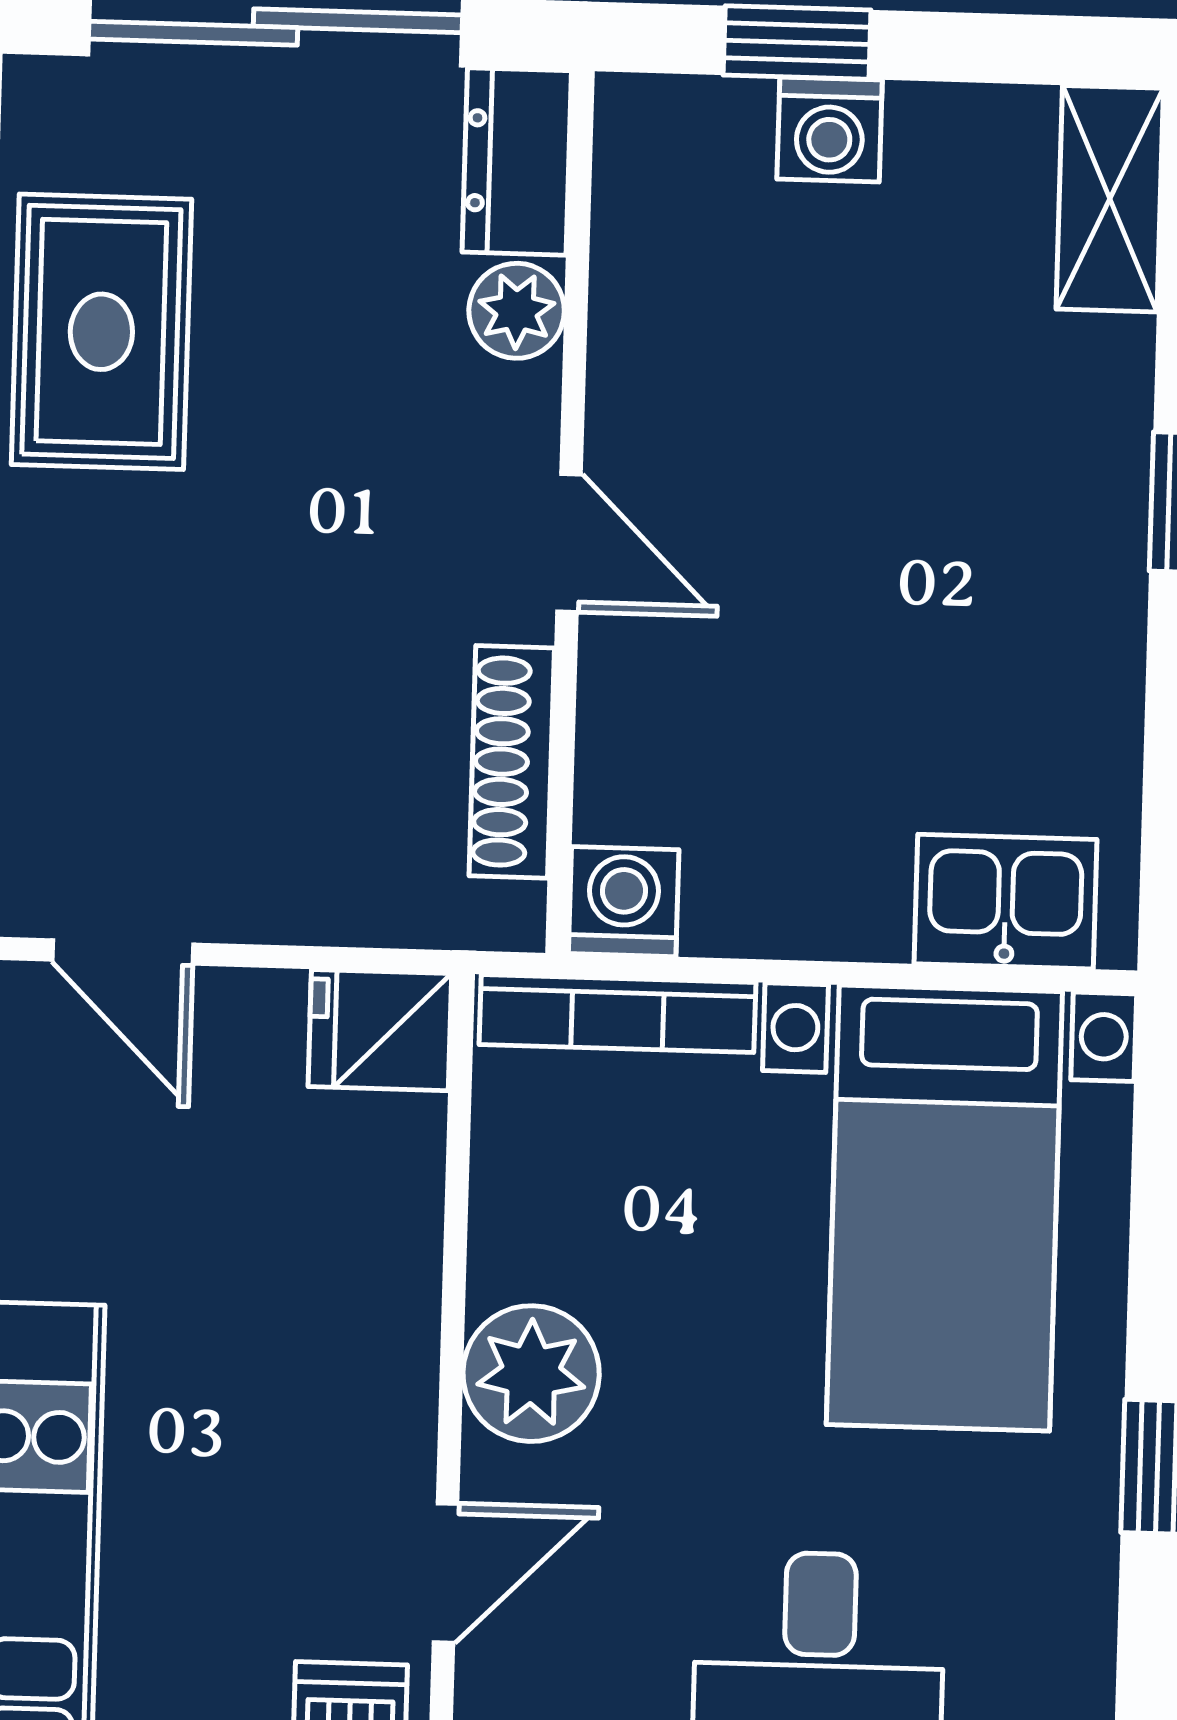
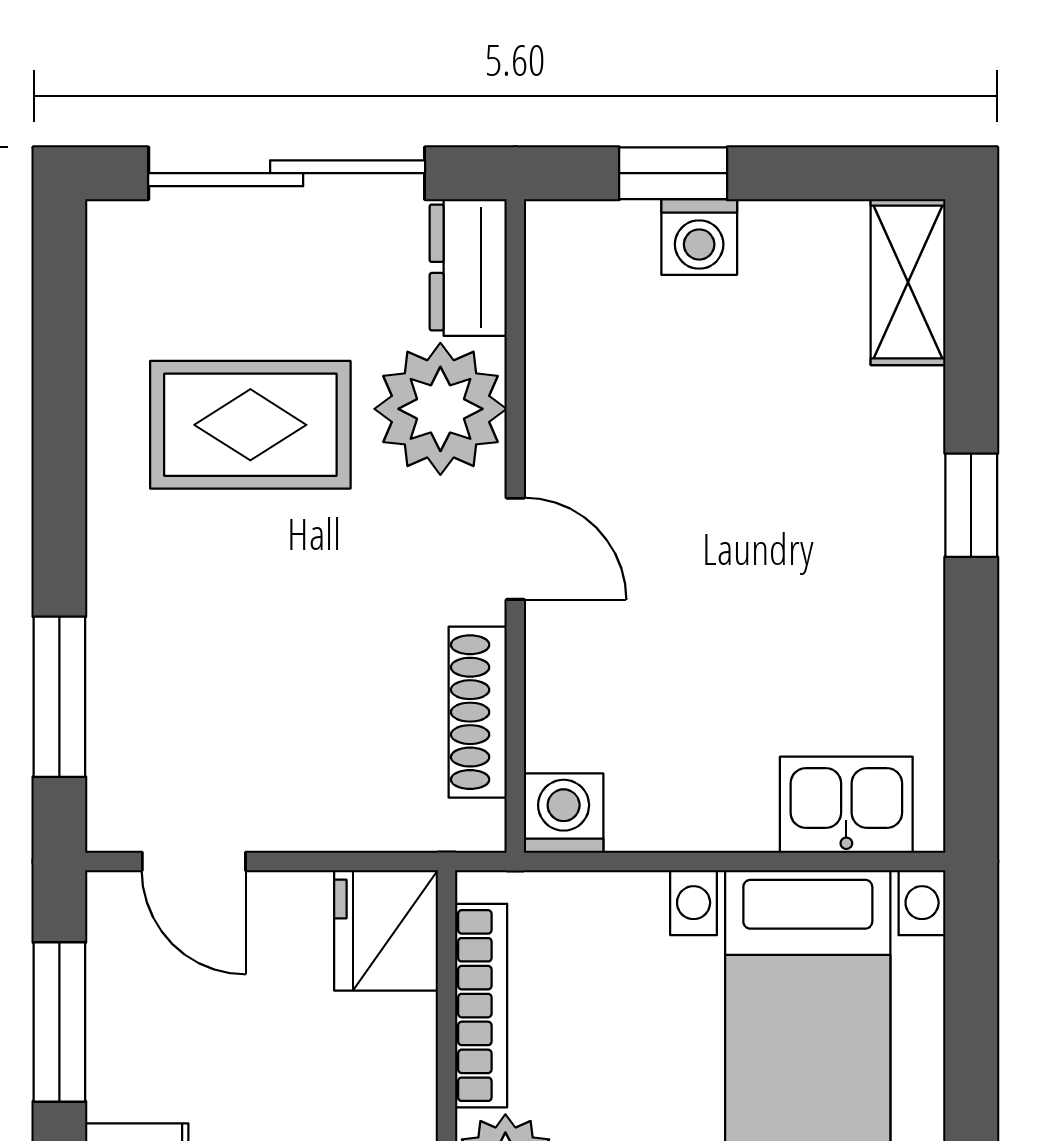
plant: (517, 311) -> (440, 409), width x1.88, depth x1.88
rug: (101, 332) -> (250, 425), moved, turned 90
bookcase: (618, 1014) -> (481, 1006), moved, turned -90
fridge: (380, 1030) -> (386, 930), width x1.38

